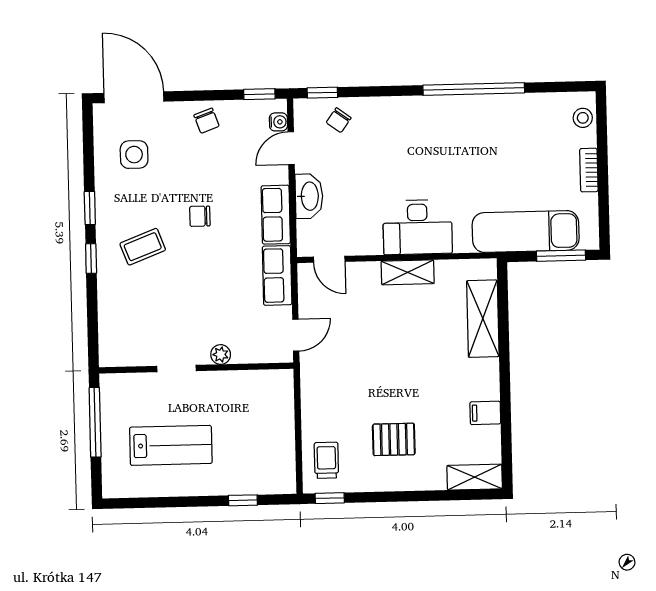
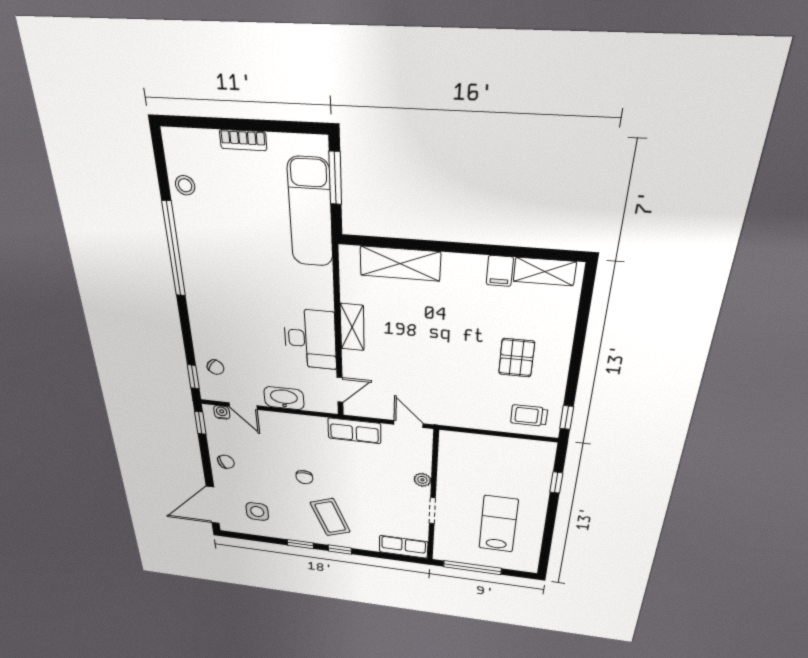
stool: (583, 118) -> (185, 185), moved
row of seats: (276, 215) -> (403, 547), moved, turned 180
desk: (418, 227) -> (310, 339), moved
coffee table: (143, 247) -> (330, 517), width x1.36, depth x1.30
shelving: (475, 477) -> (545, 272), moved, turned 90

